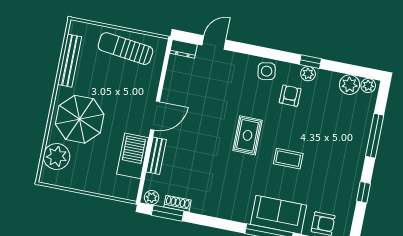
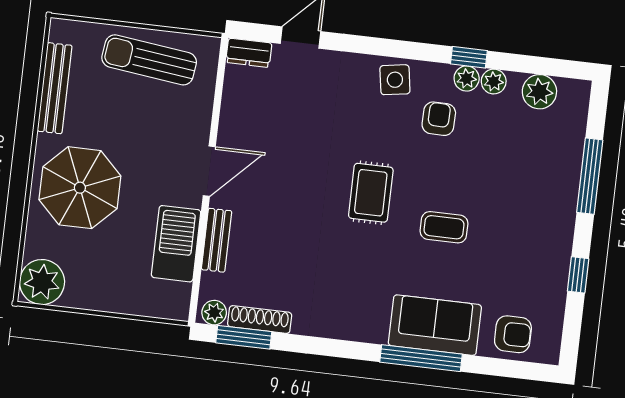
plant: (368, 86) -> (494, 82), moved
plant: (57, 156) -> (42, 282), moved
shoe rack: (178, 204) -> (260, 320), width x1.43

